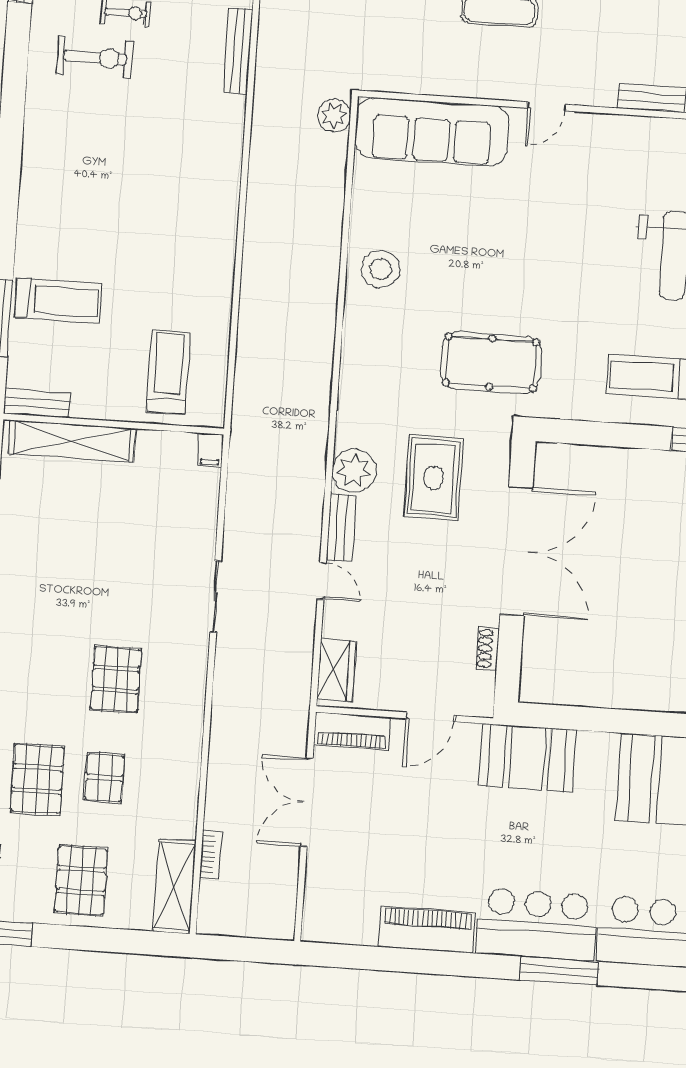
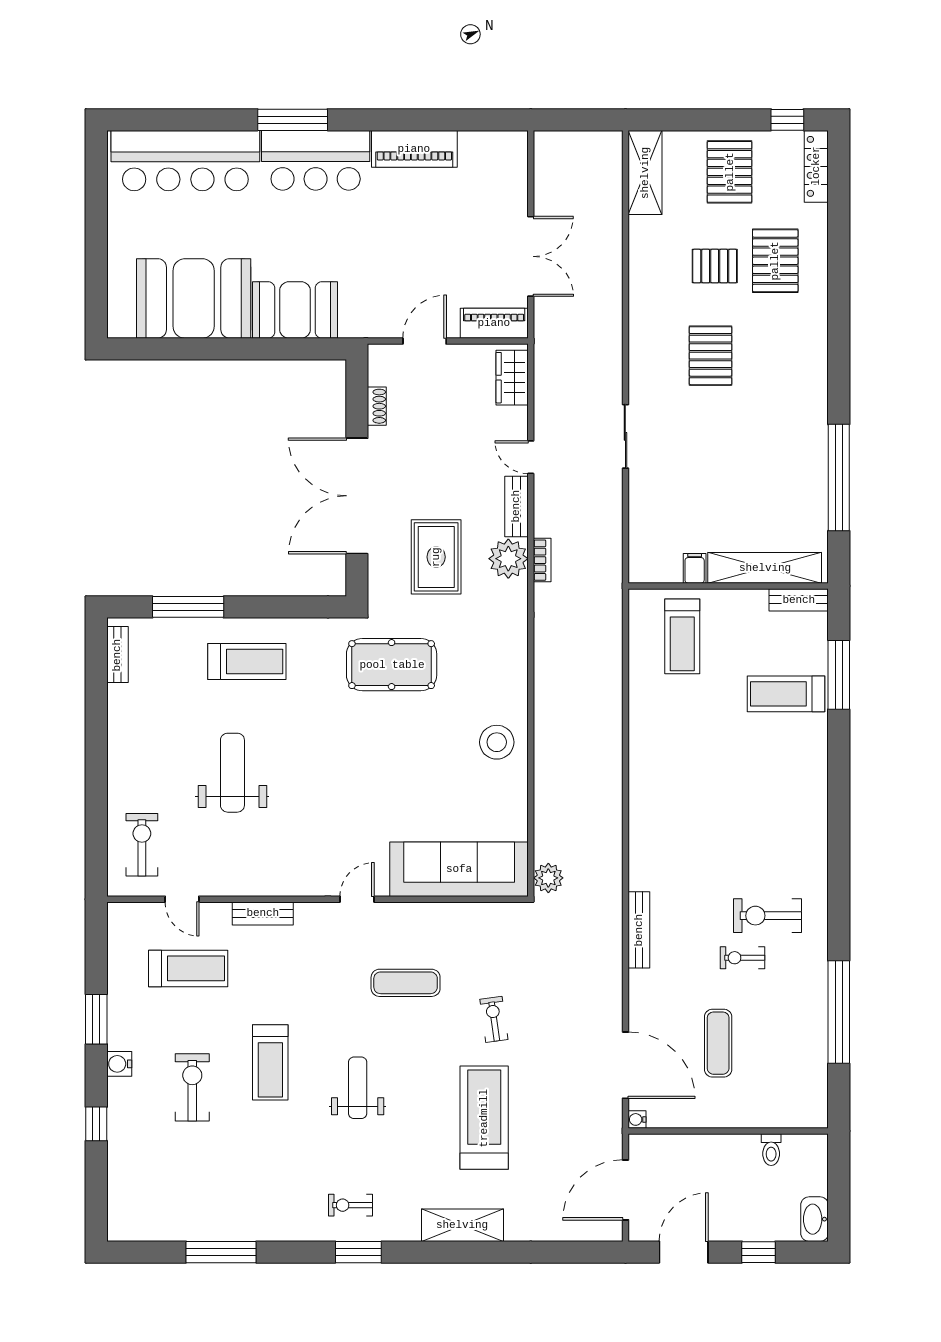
filing cabinet: (210, 450) -> (695, 568), moved
booth: (527, 758) -> (295, 310), moved
pallet: (104, 778) -> (715, 266), turned 90
bookcase: (211, 854) -> (542, 560), moved, turned 180

